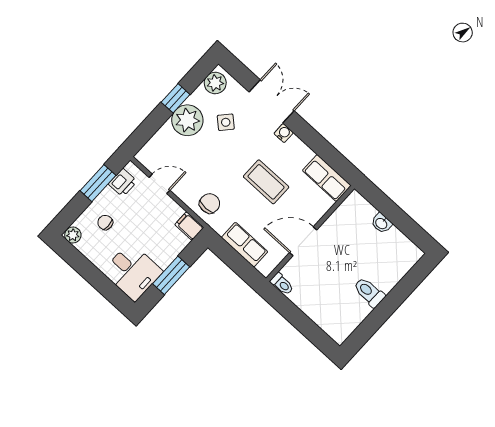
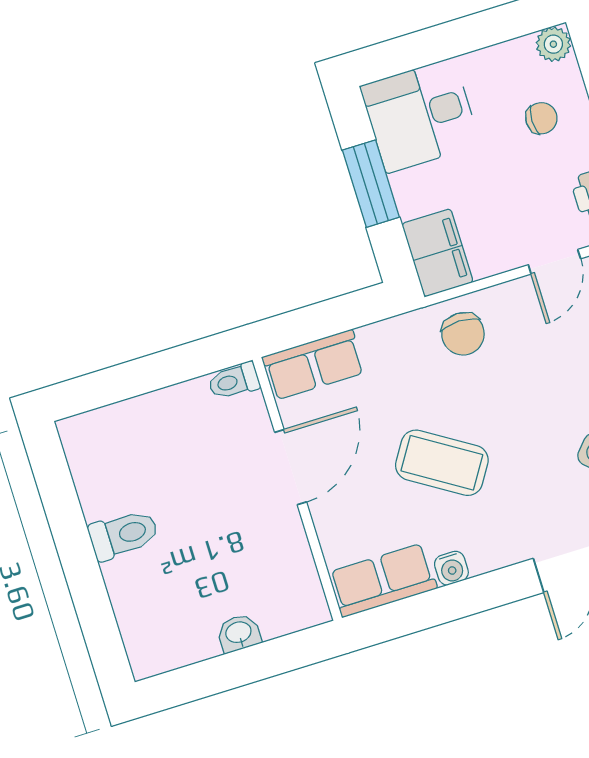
water cooler: (284, 133) -> (451, 568), moved
coffee table: (266, 182) -> (442, 463), turned 32
filing cabinet: (189, 226) -> (437, 253), width x2.00
row of seats: (245, 245) -> (314, 365), moved

